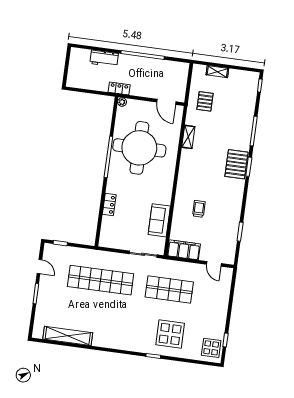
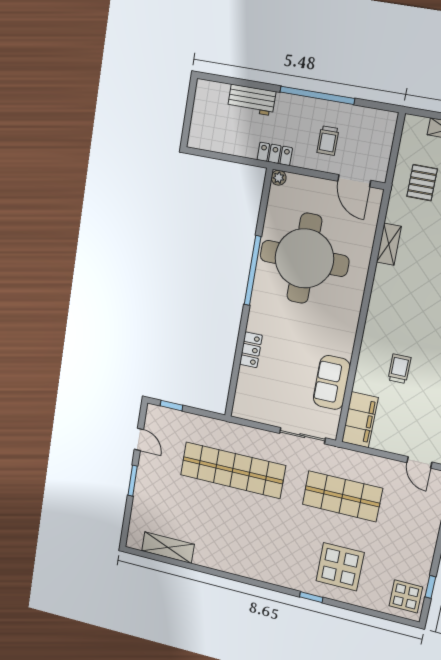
trolley: (150, 80) -> (328, 141), added
filing cabinet: (184, 250) -> (360, 420), moved, turned 90
shelving: (68, 336) -> (168, 548), width x0.68

